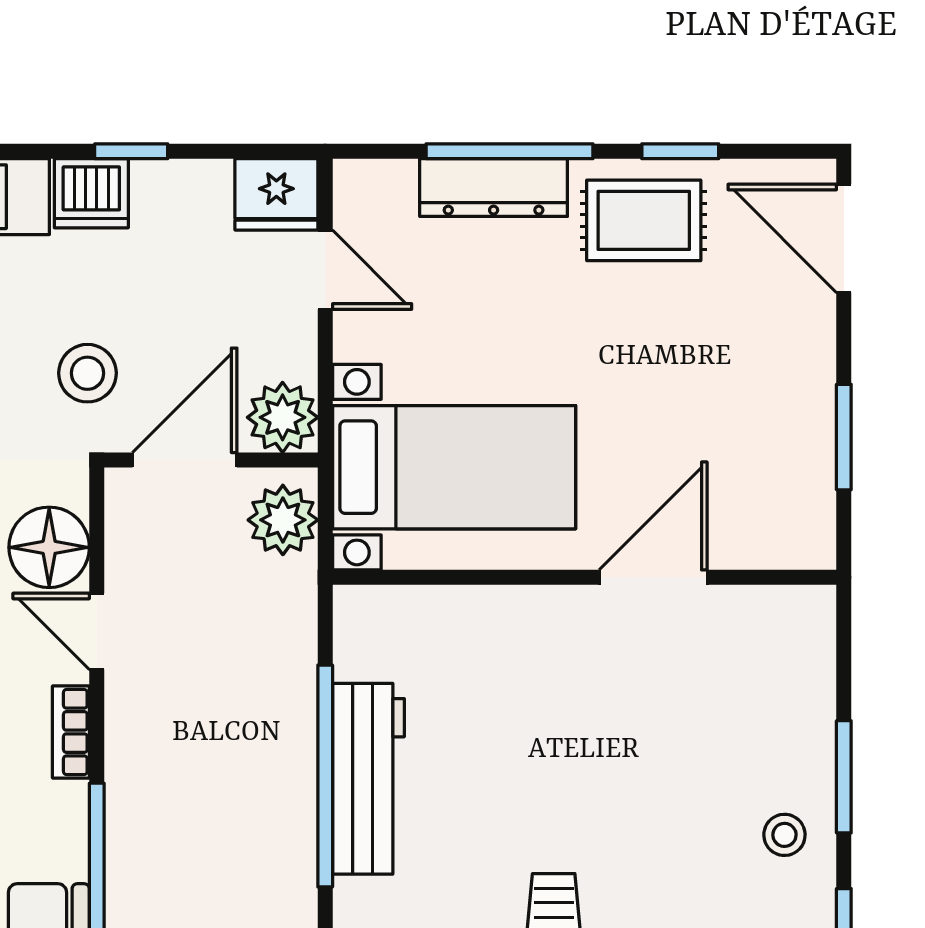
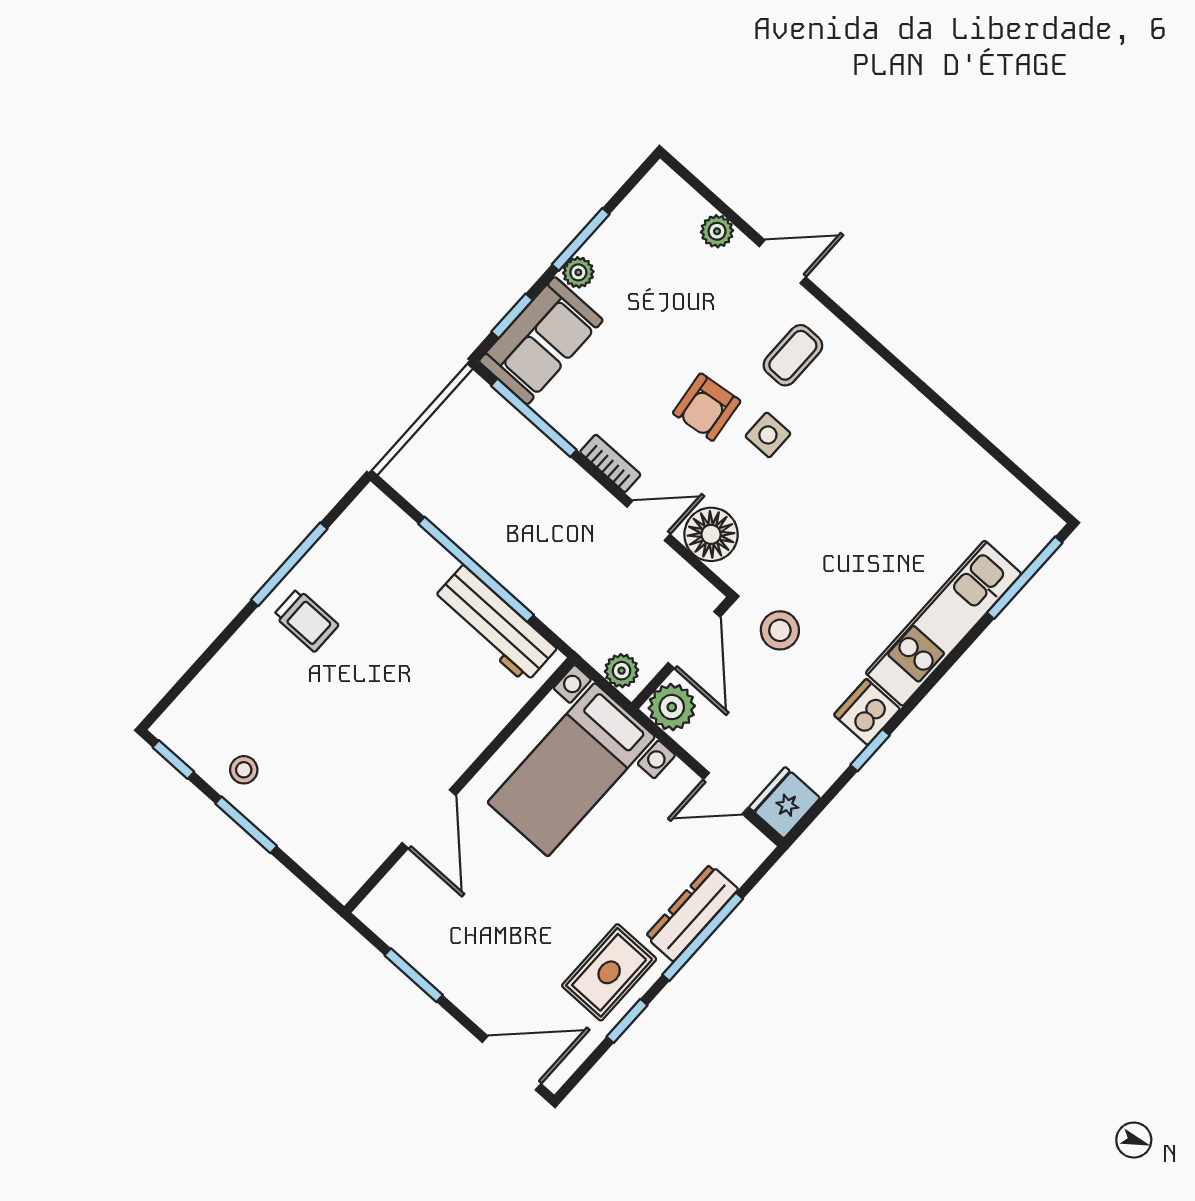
plant: (283, 520) -> (622, 671), width x0.73, depth x0.73
workbench: (368, 779) -> (494, 624), moved

